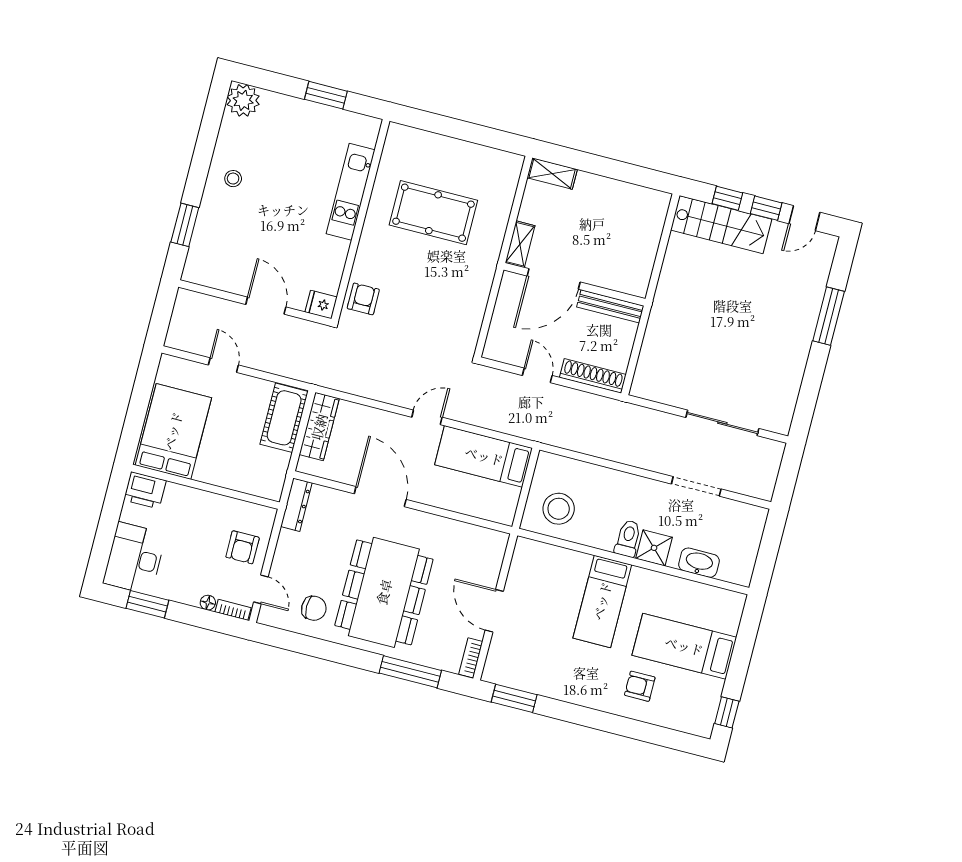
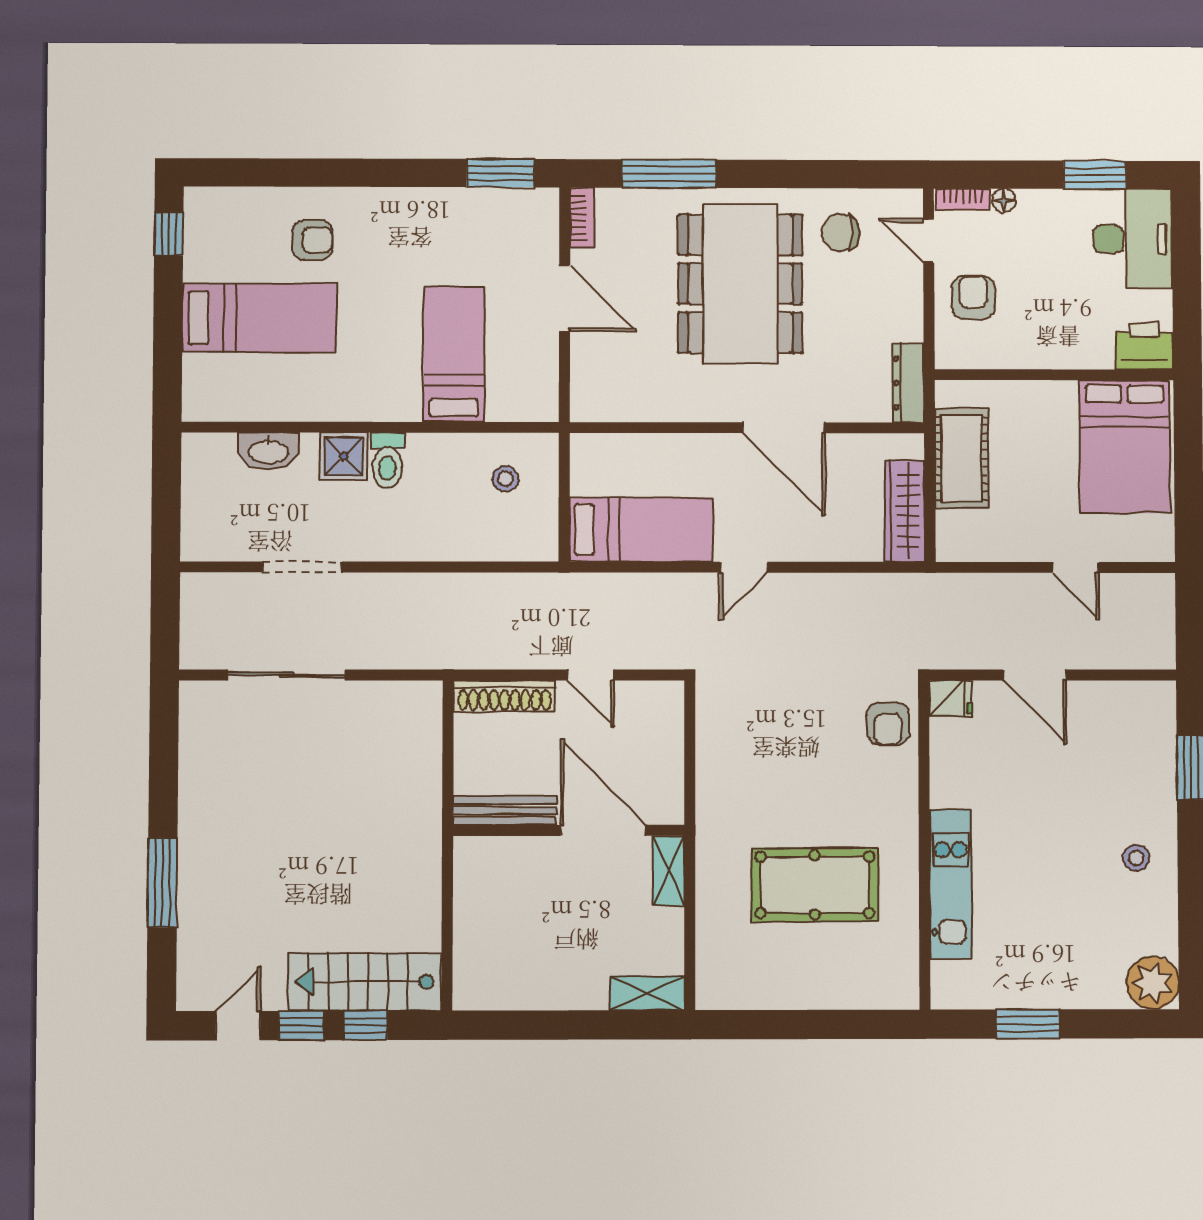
door: (554, 279) -> (603, 830), hinge flipped
cot: (284, 418) -> (962, 458), moved
stool: (559, 509) -> (506, 479), width x0.53, depth x0.53
bed: (602, 601) -> (454, 354), moved

